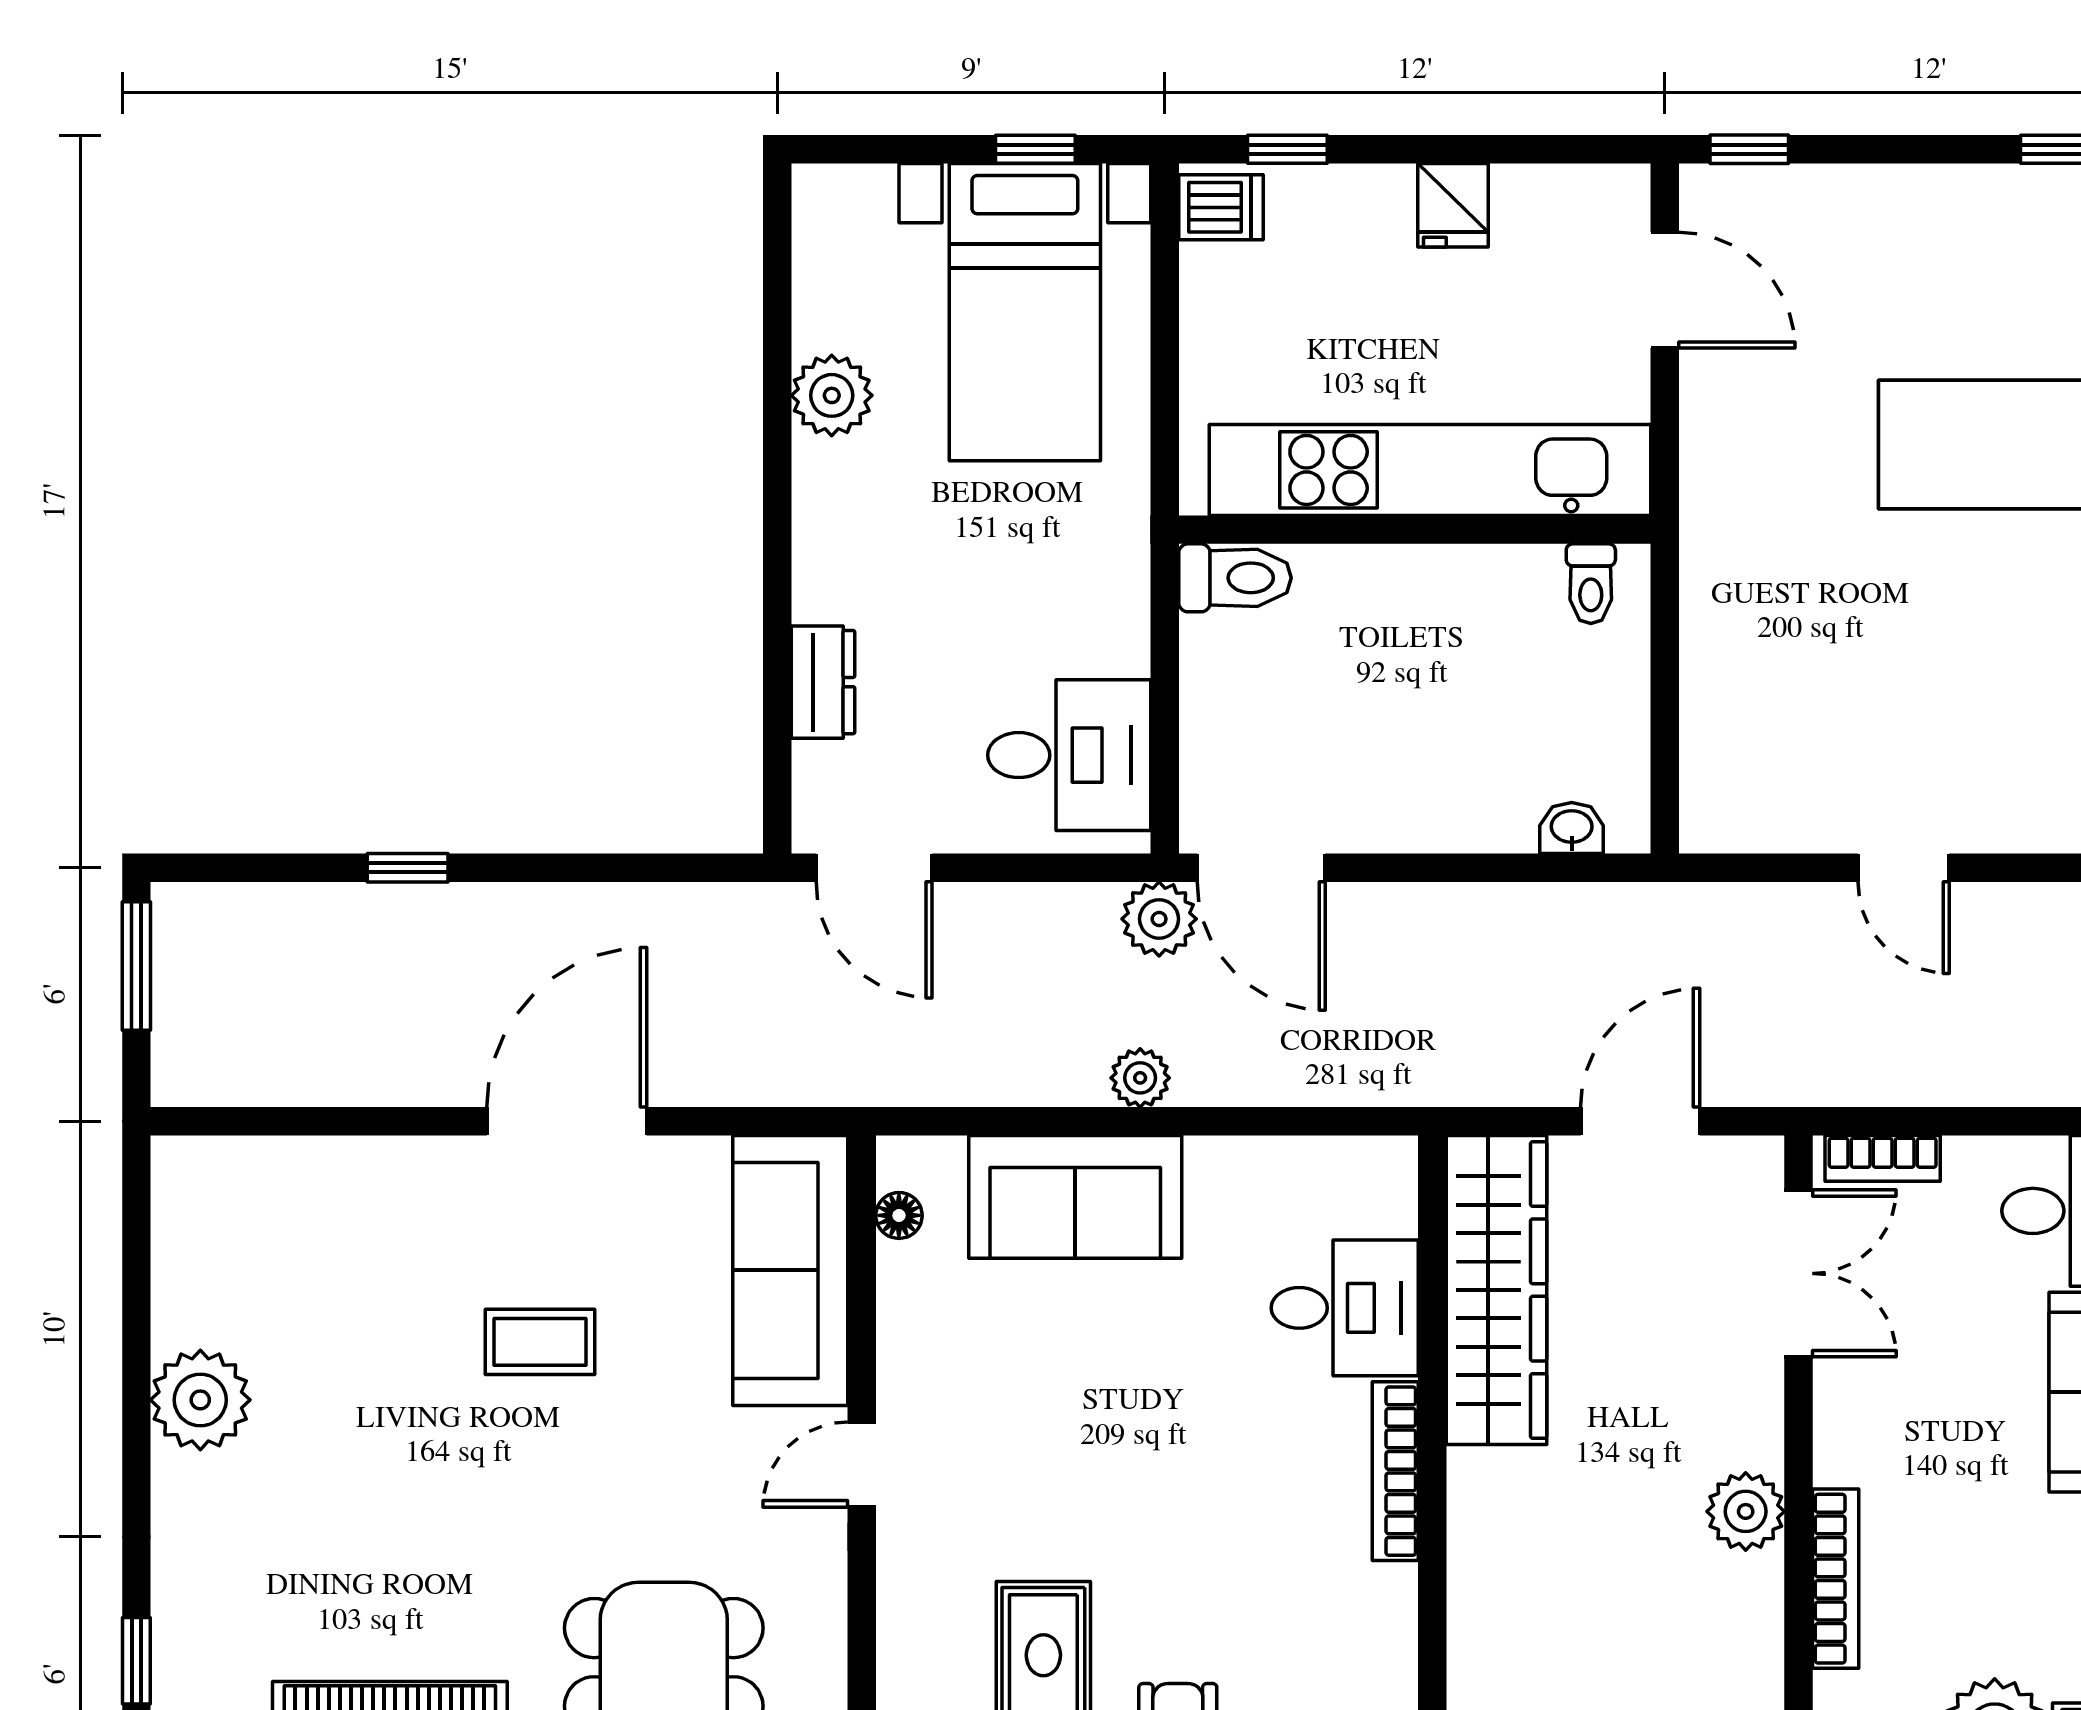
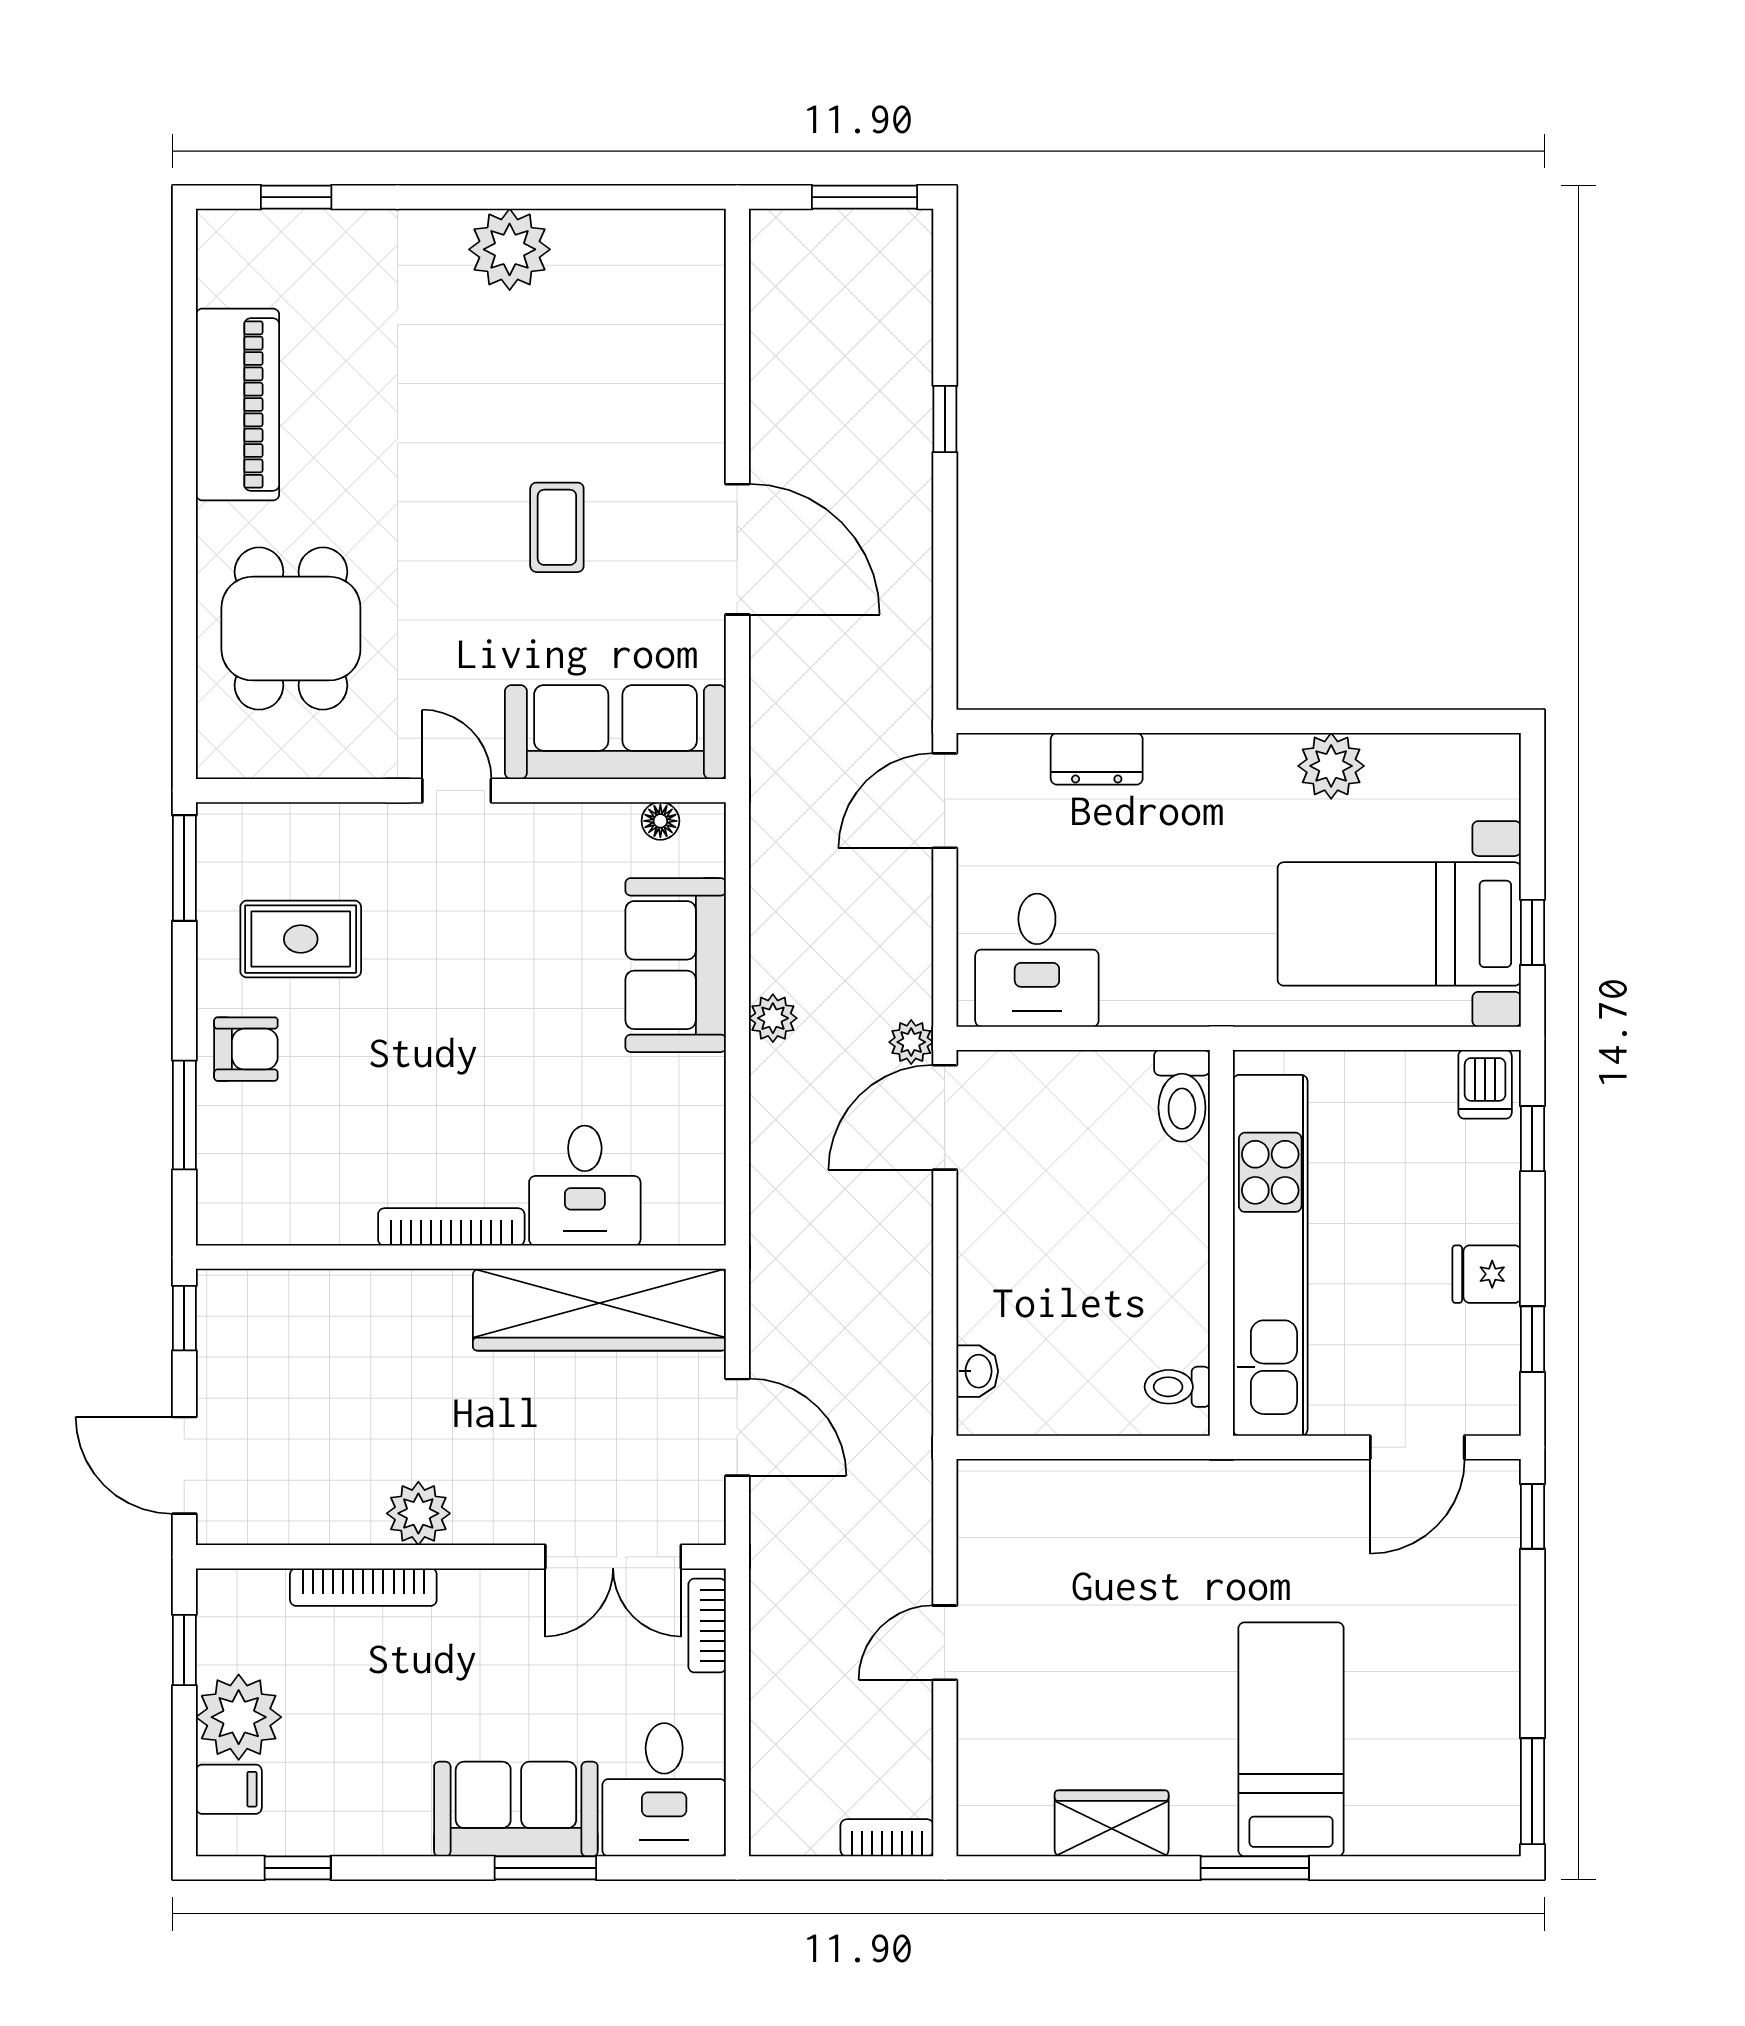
window: (1532, 149) -> (1532, 1339), added
plant: (1159, 919) -> (911, 1042), width x0.73, depth x0.73

